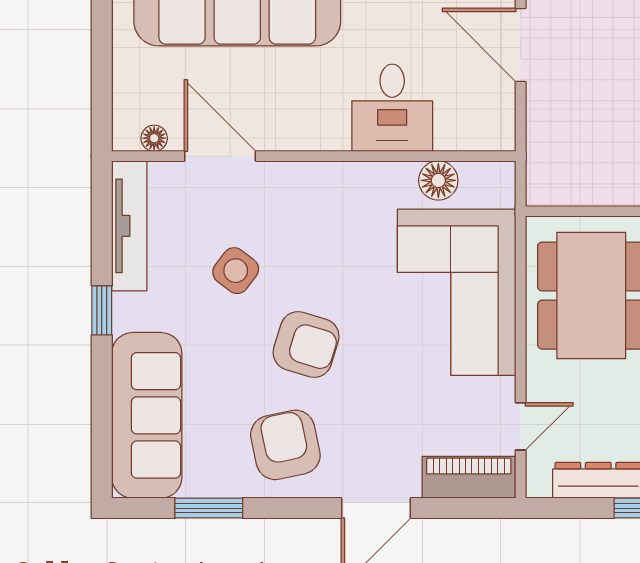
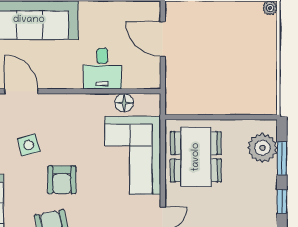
side table: (236, 271) -> (29, 145), turned 38
armchair: (306, 345) -> (62, 180), turned 73

